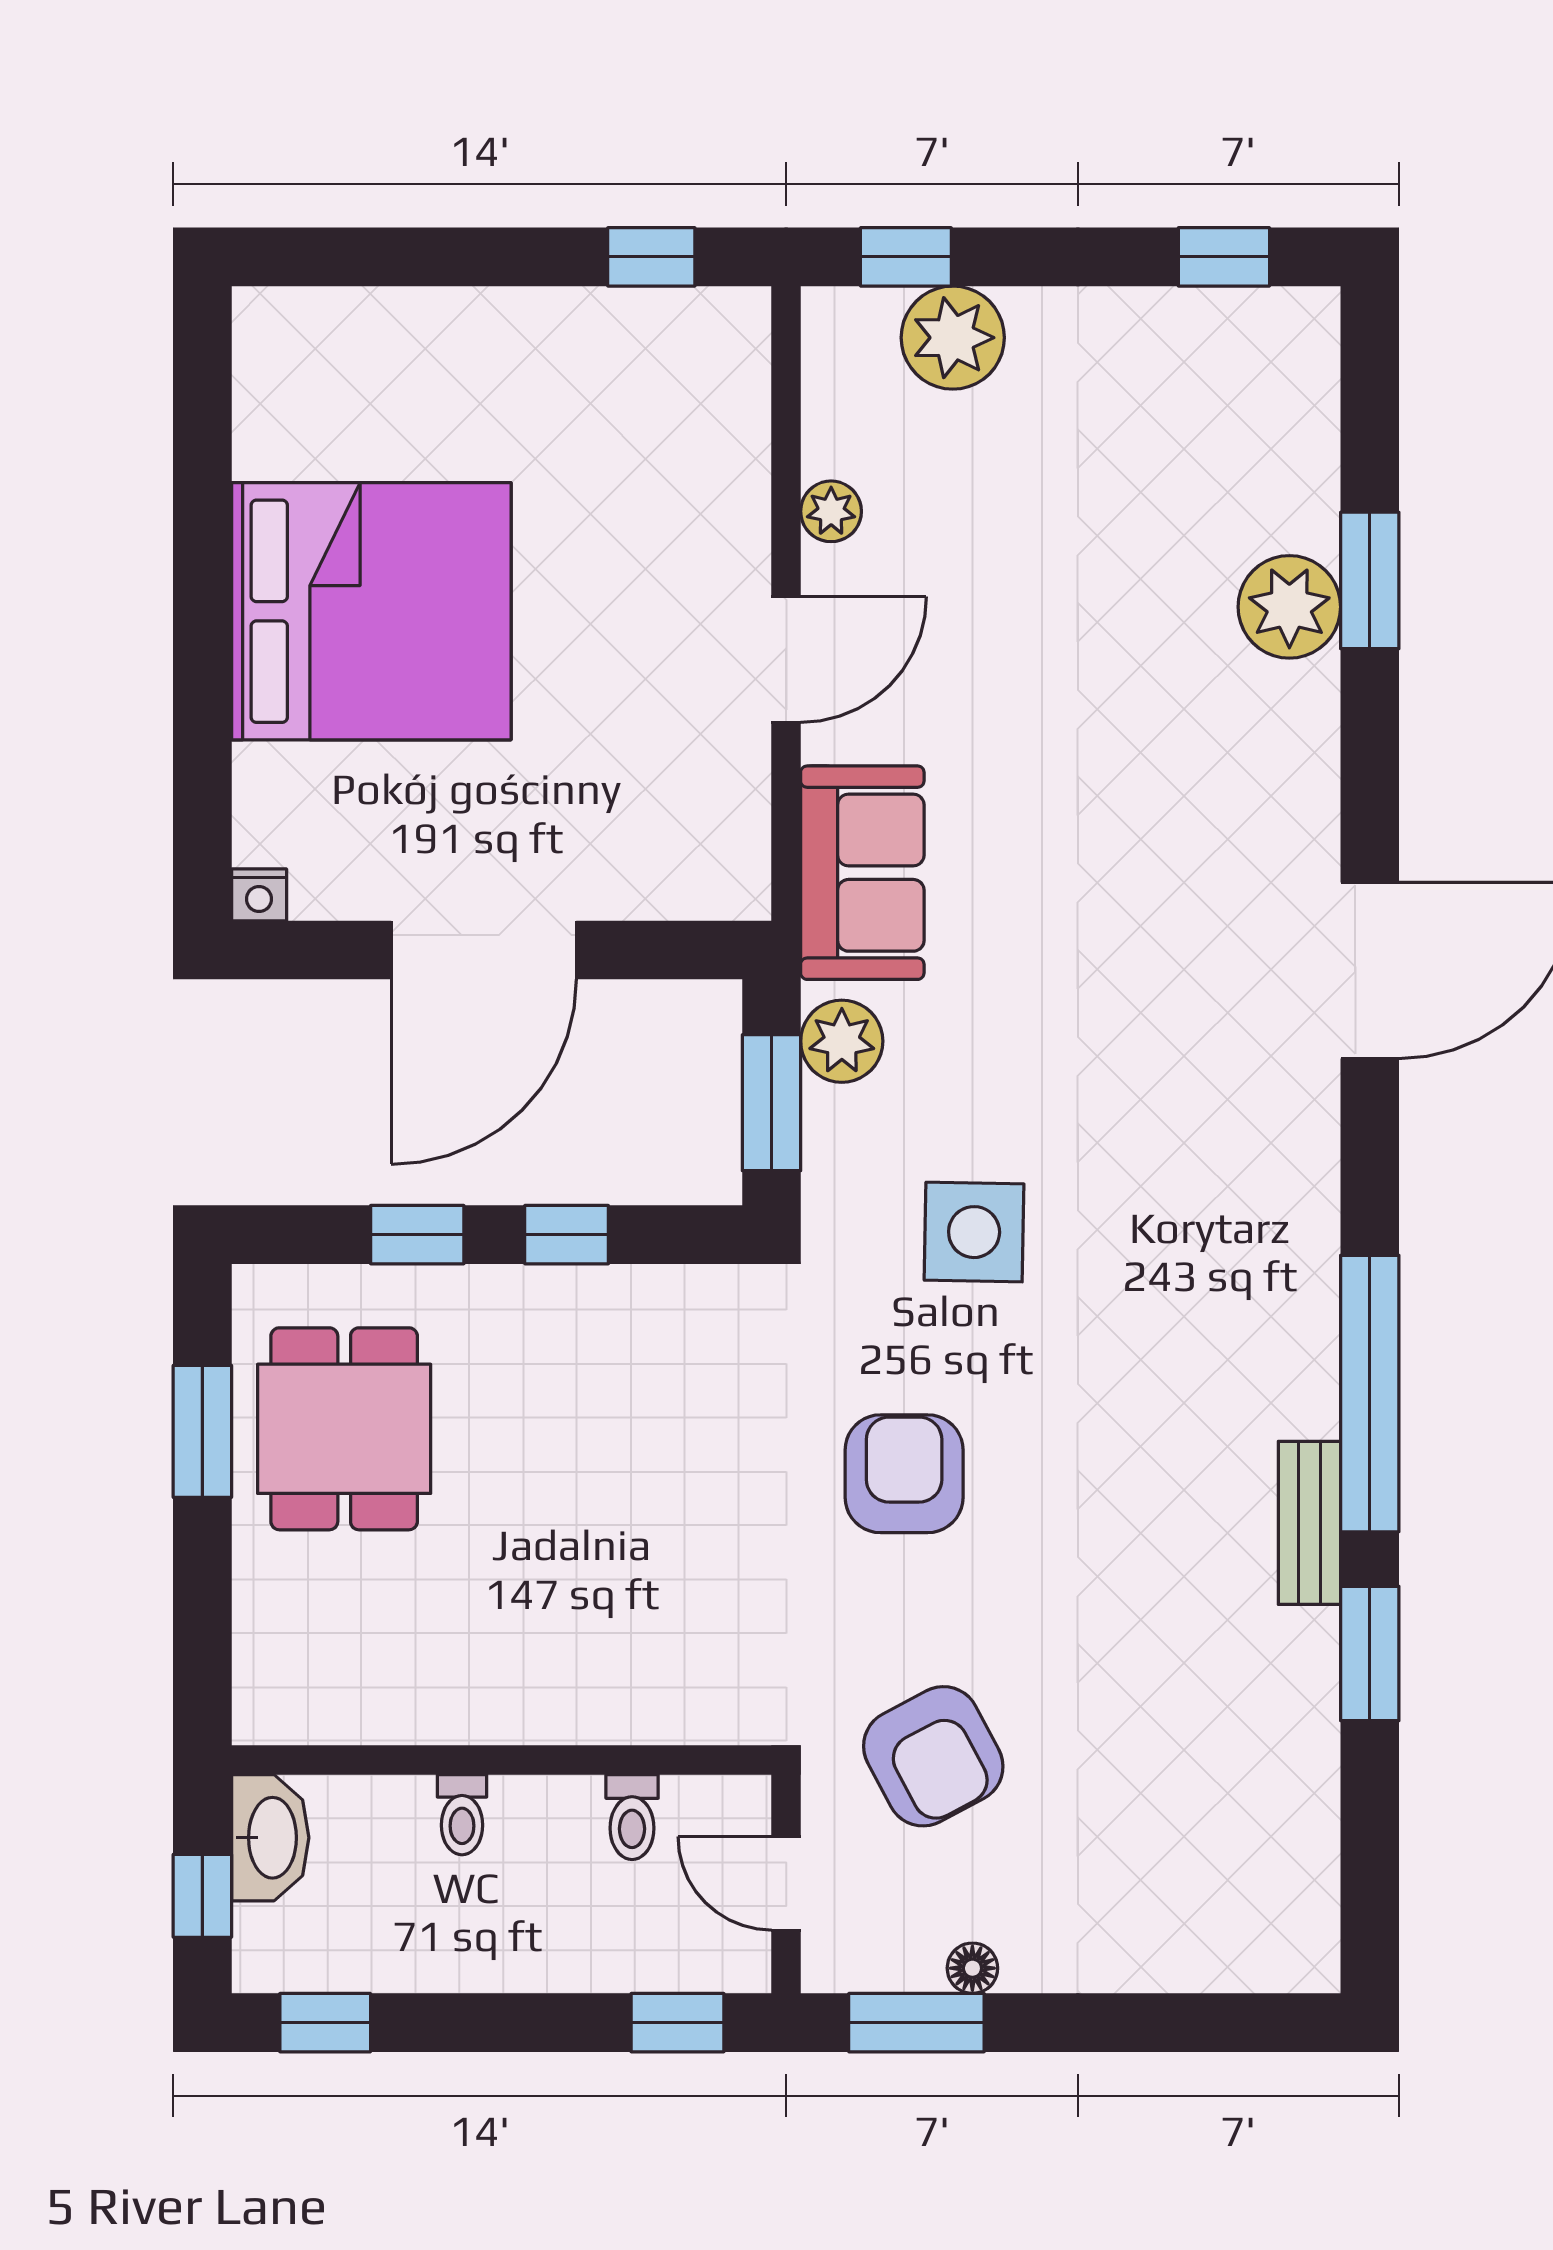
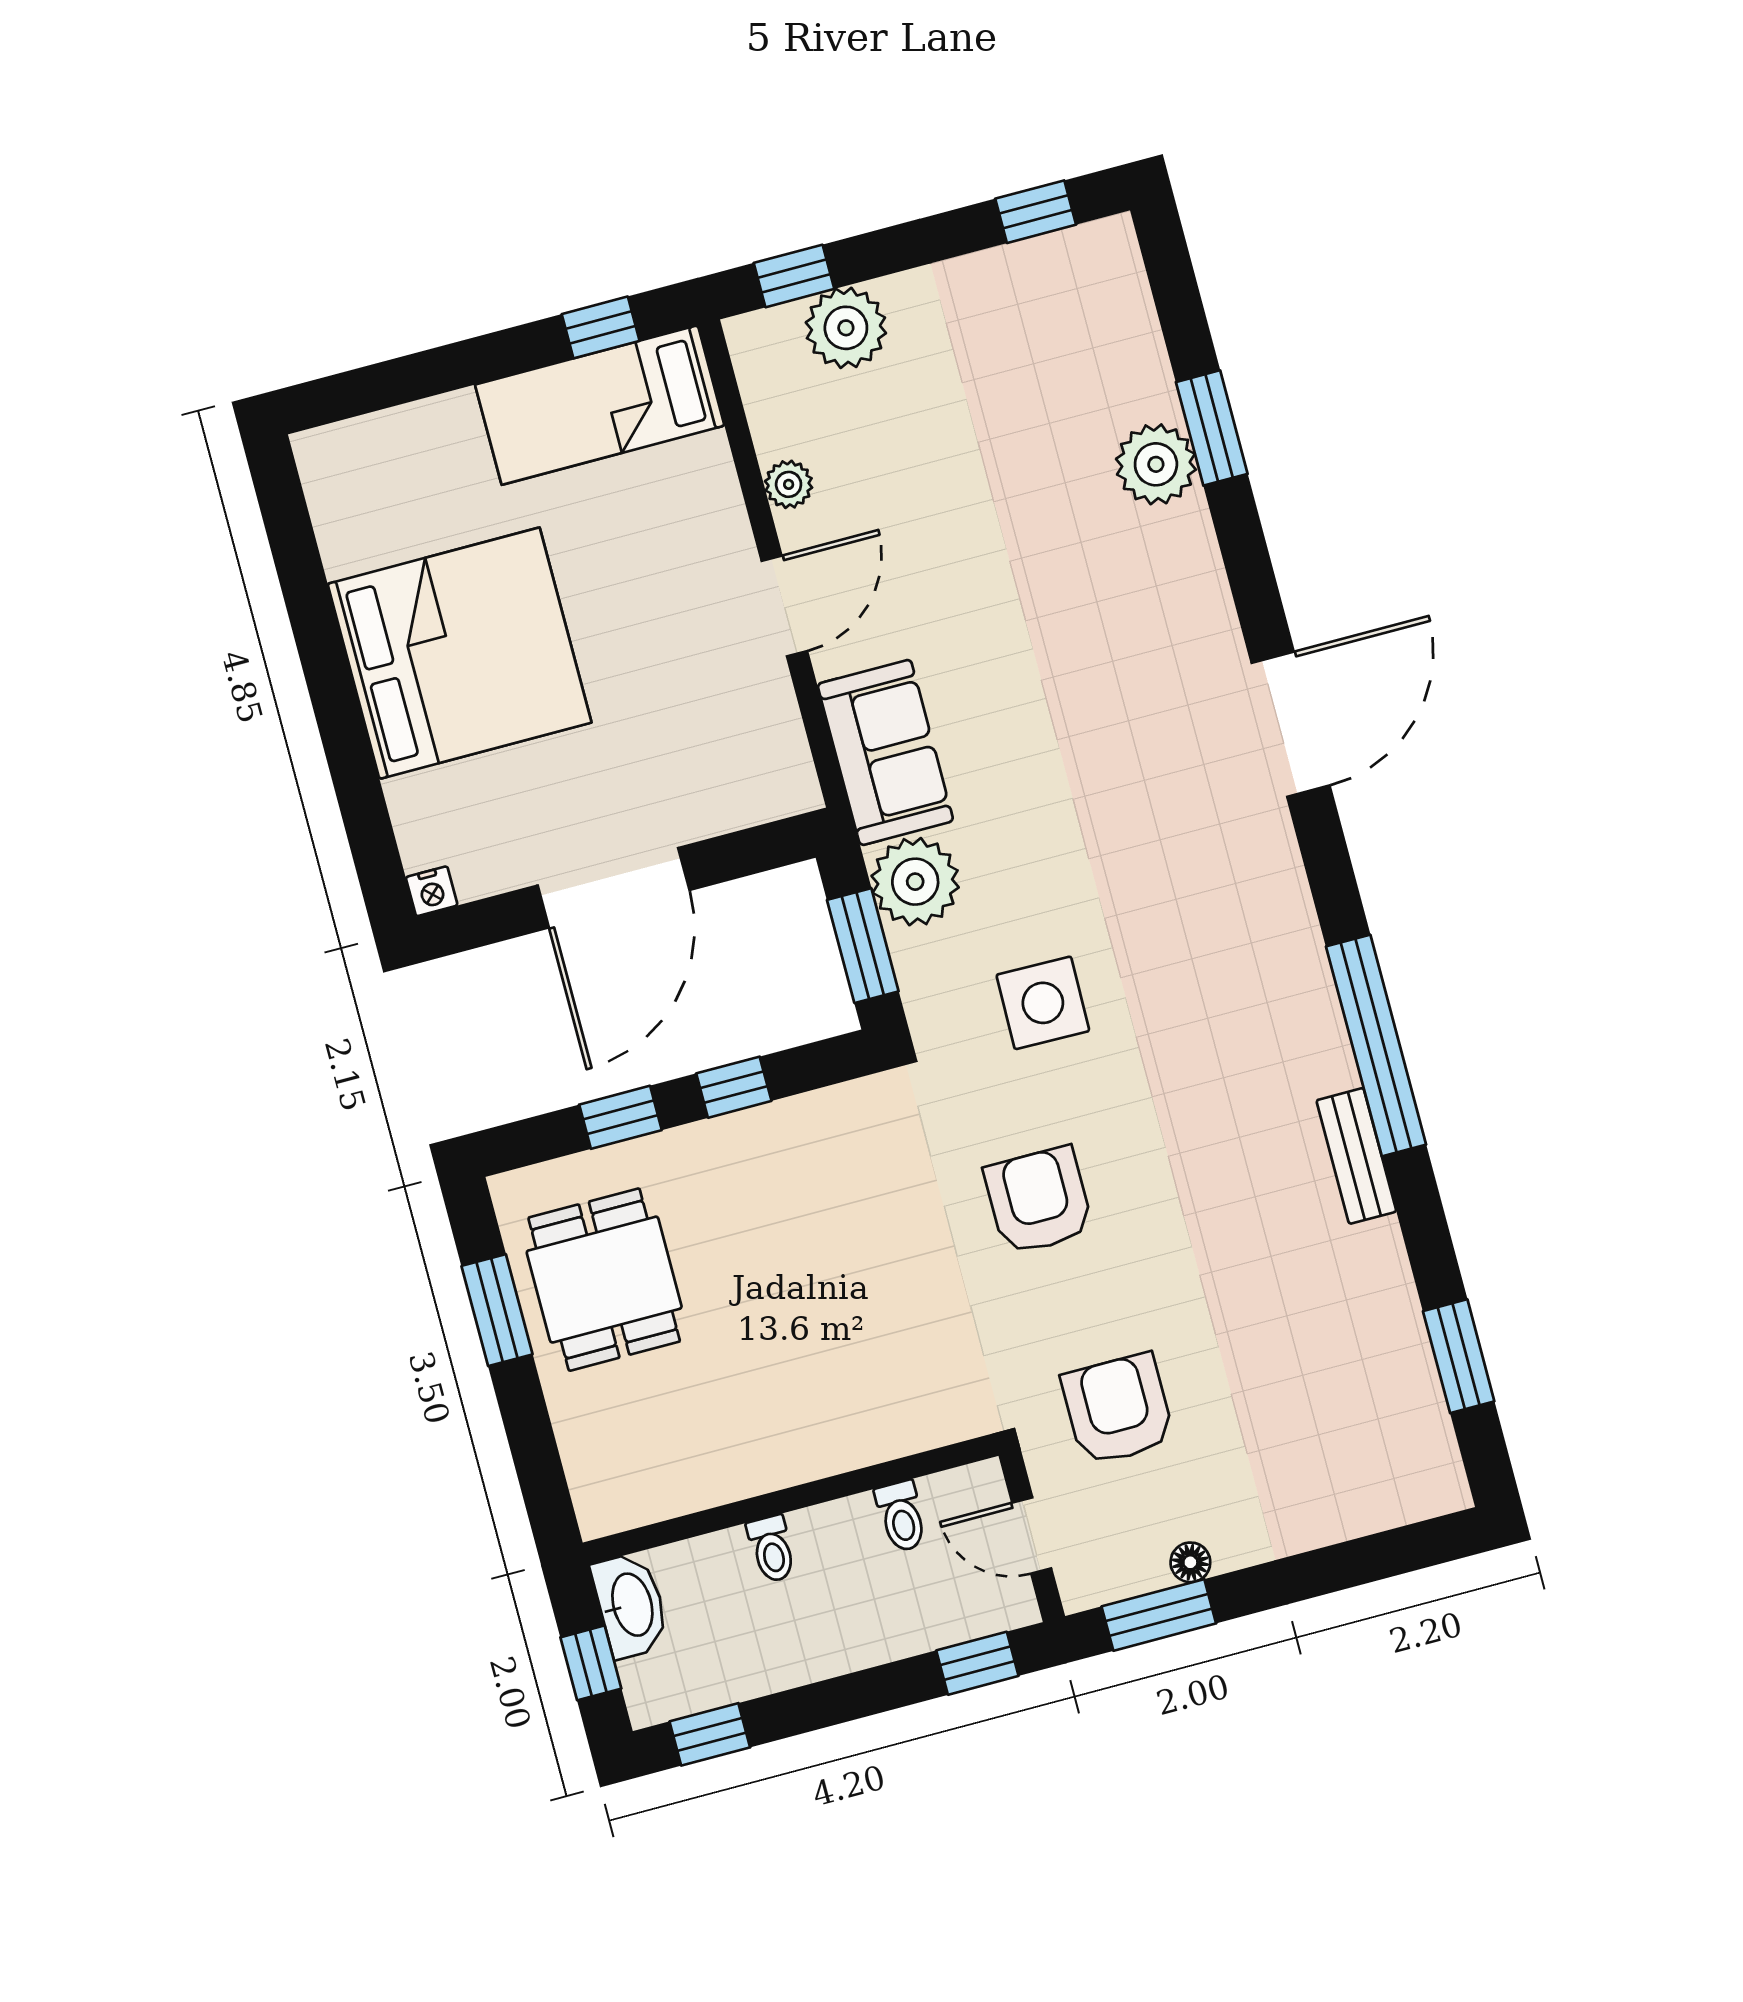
bed: (625, 352) -> (600, 405), added
plant: (842, 1041) -> (915, 882), width x1.36, depth x1.36
window: (1370, 1654) -> (1459, 1356), moved
armchair: (933, 1756) -> (1118, 1409), turned -152

